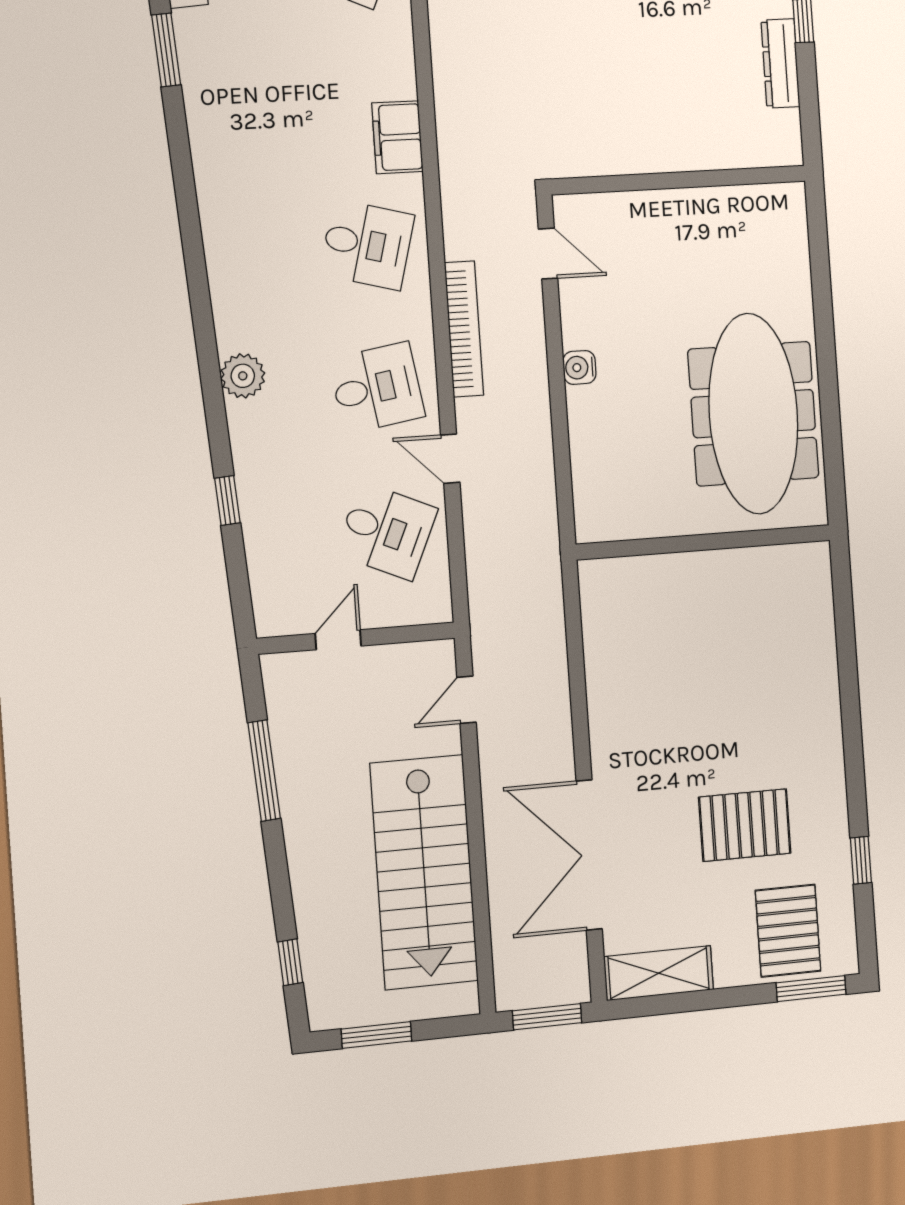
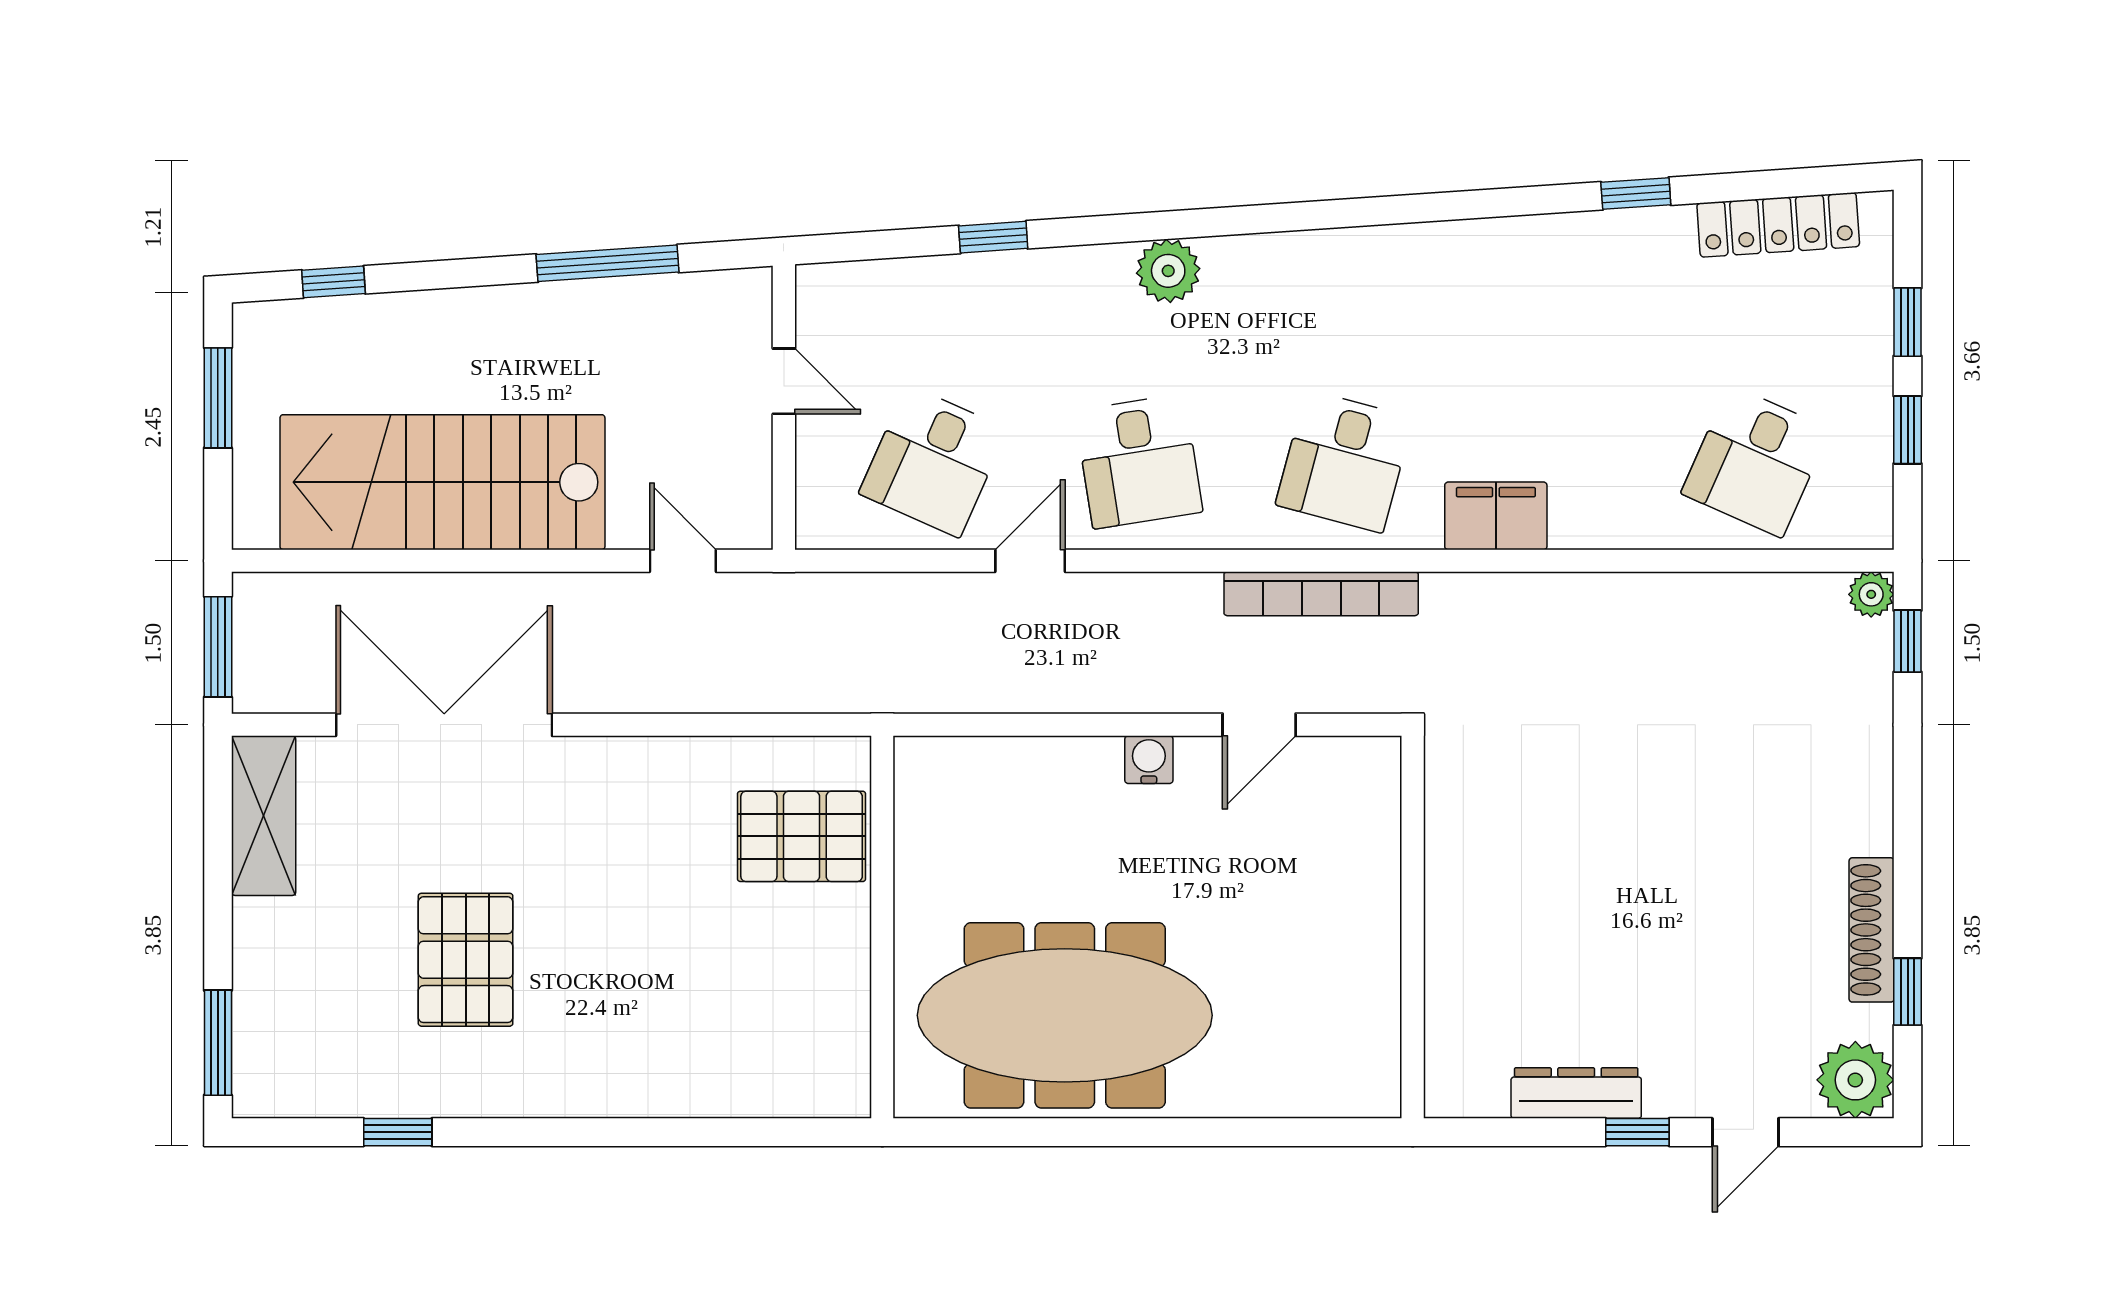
window: (166, 50) -> (1636, 194), width x0.67
door: (548, 254) -> (1259, 725), moved
bookcase: (464, 329) -> (1321, 594), moved
pallet: (788, 931) -> (802, 836), moved

